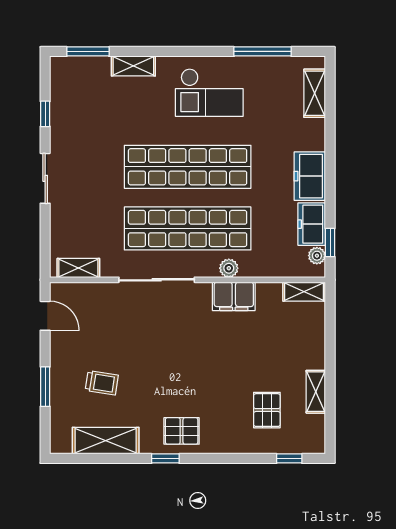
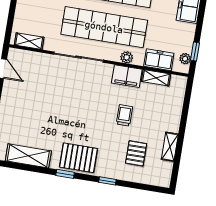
freezer: (312, 224) -> (159, 60), moved, turned 90
shelving: (304, 292) -> (156, 78), moved
trolley: (102, 383) -> (124, 115), moved, turned -99
pallet: (182, 431) -> (79, 158), width x1.50, depth x1.42
window: (289, 458) -> (107, 181), moved

